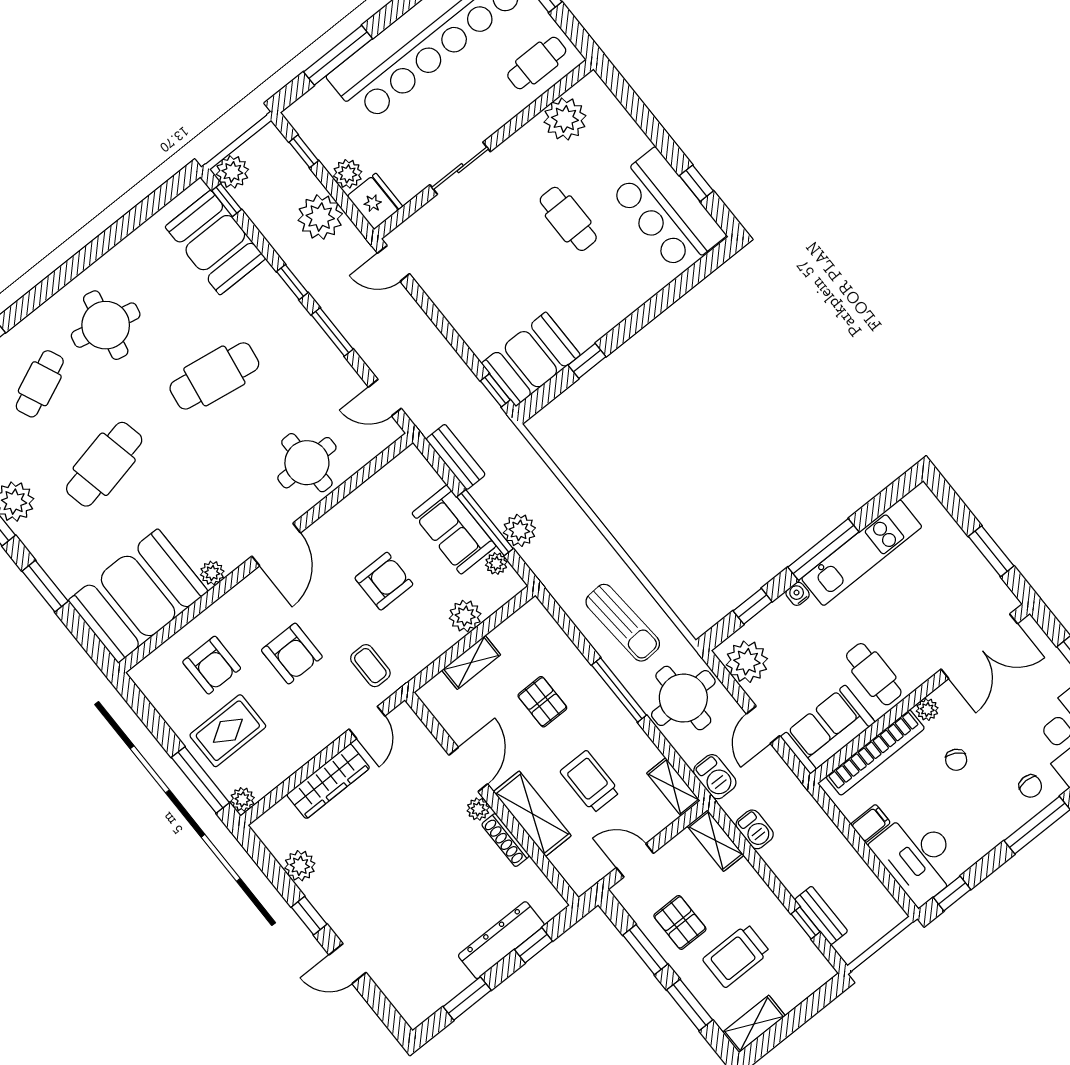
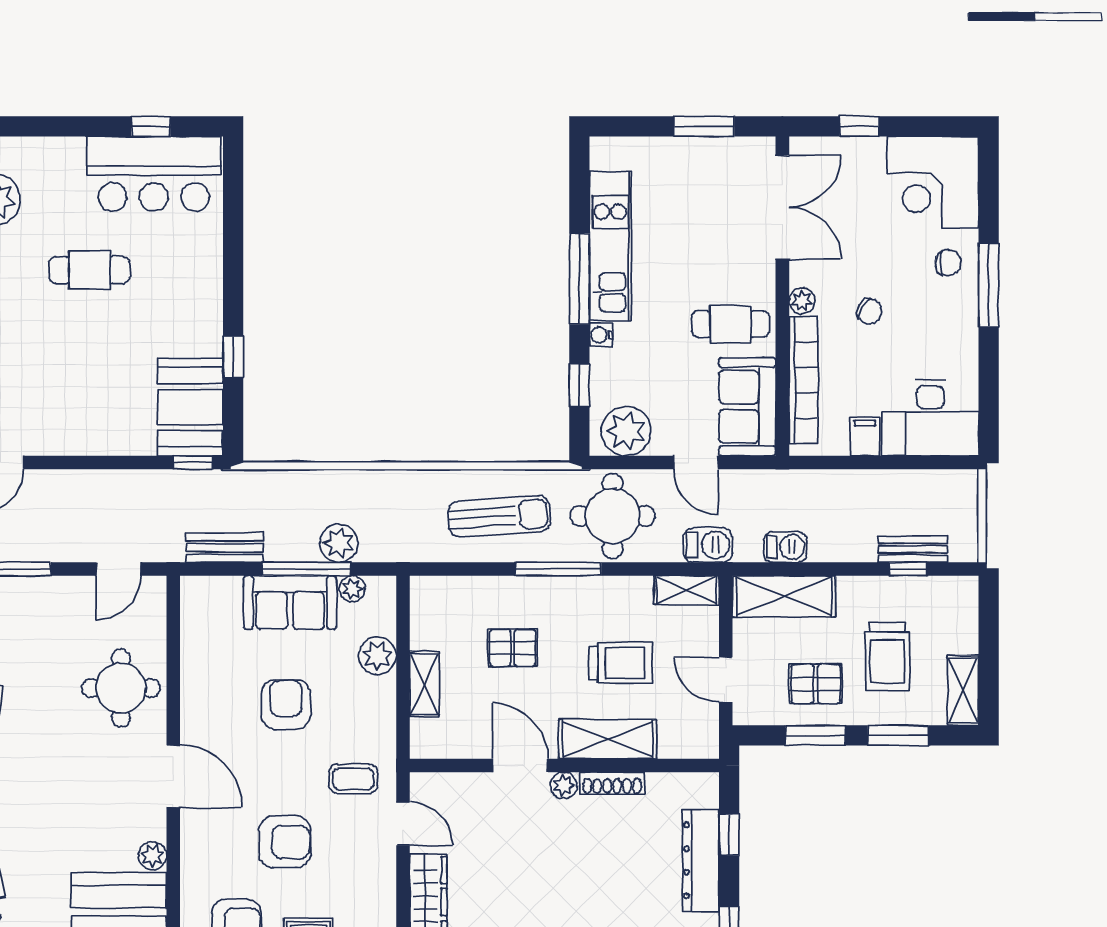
trolley: (590, 782) -> (621, 663), turned 180
shelving: (716, 841) -> (784, 596), width x1.50, depth x1.33
door: (635, 860) -> (726, 680), hinge flipped
window: (952, 893) -> (989, 413), removed

